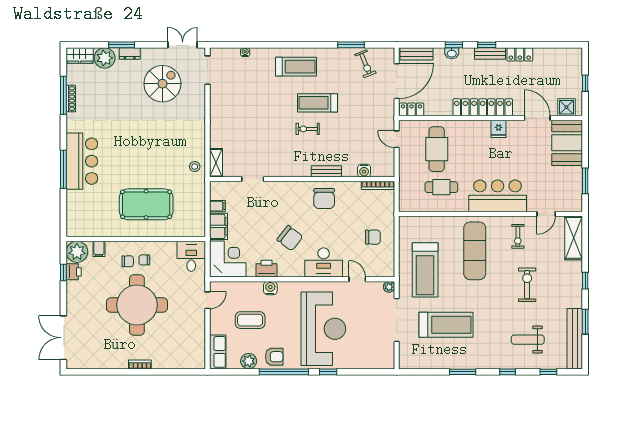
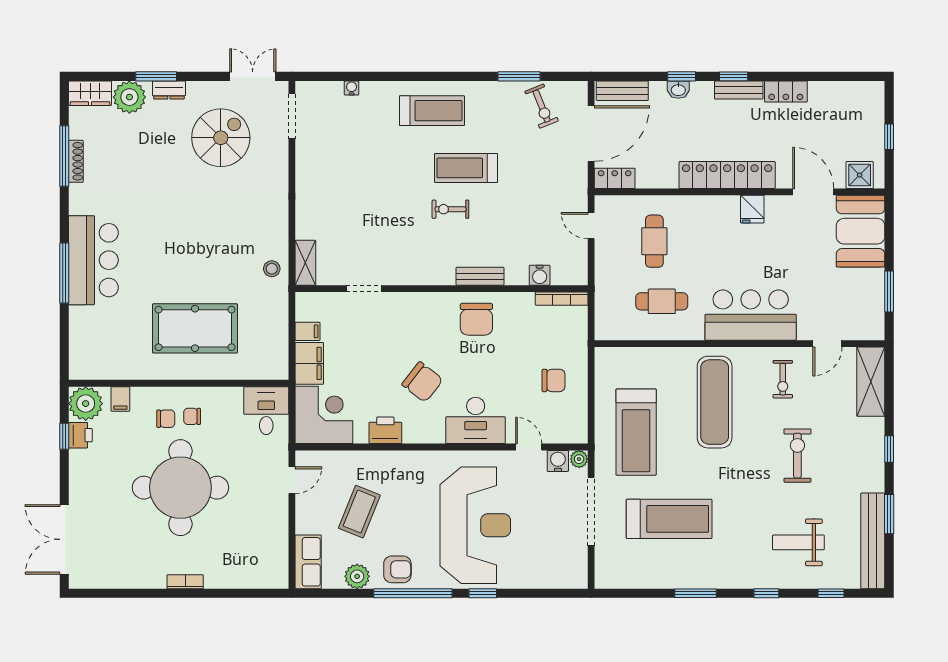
cafe table: (437, 149) -> (654, 241), width x0.73, depth x0.74
water cooler: (270, 288) -> (558, 461), moved
coffee table: (250, 320) -> (359, 512), turned -68

